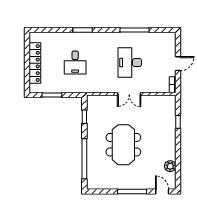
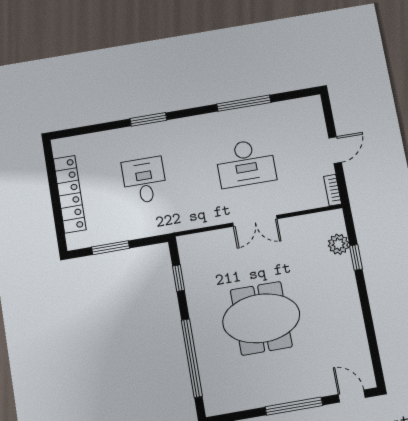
desk: (75, 62) -> (144, 180), turned 180
desk: (130, 62) -> (246, 163), turned -90
meeting table: (123, 145) -> (261, 318), turned 90
plant: (170, 166) -> (338, 244), moved

